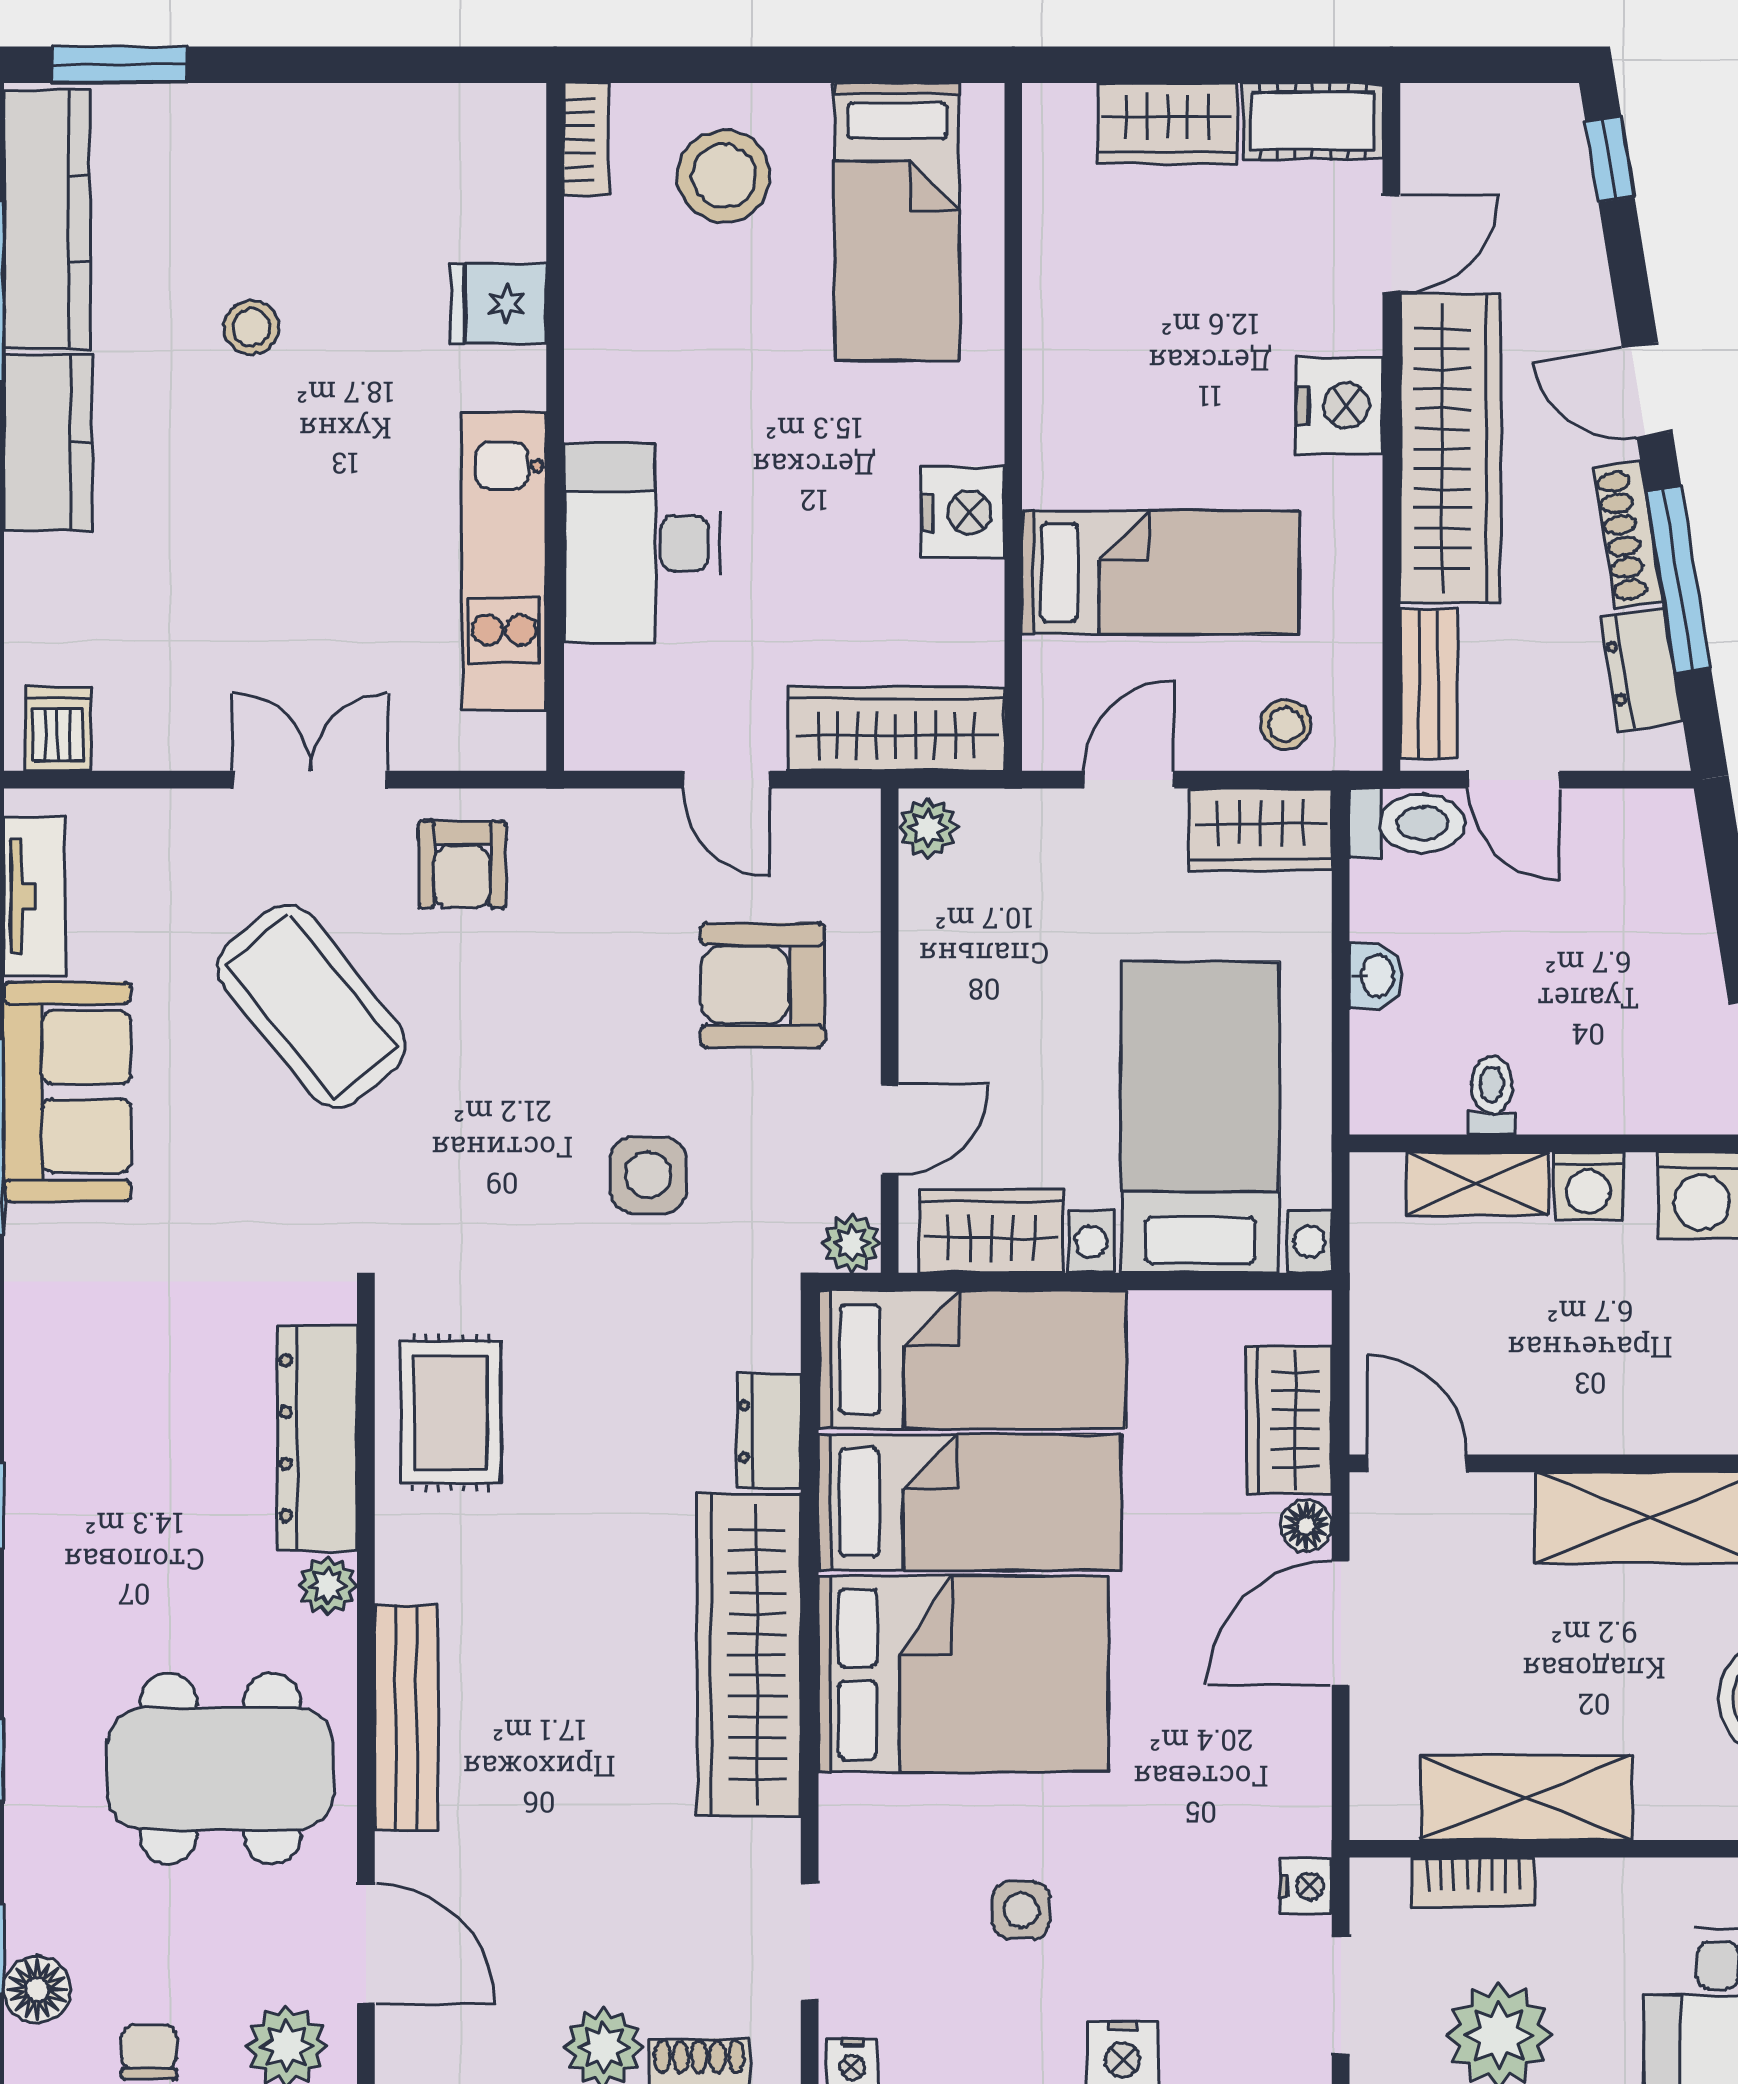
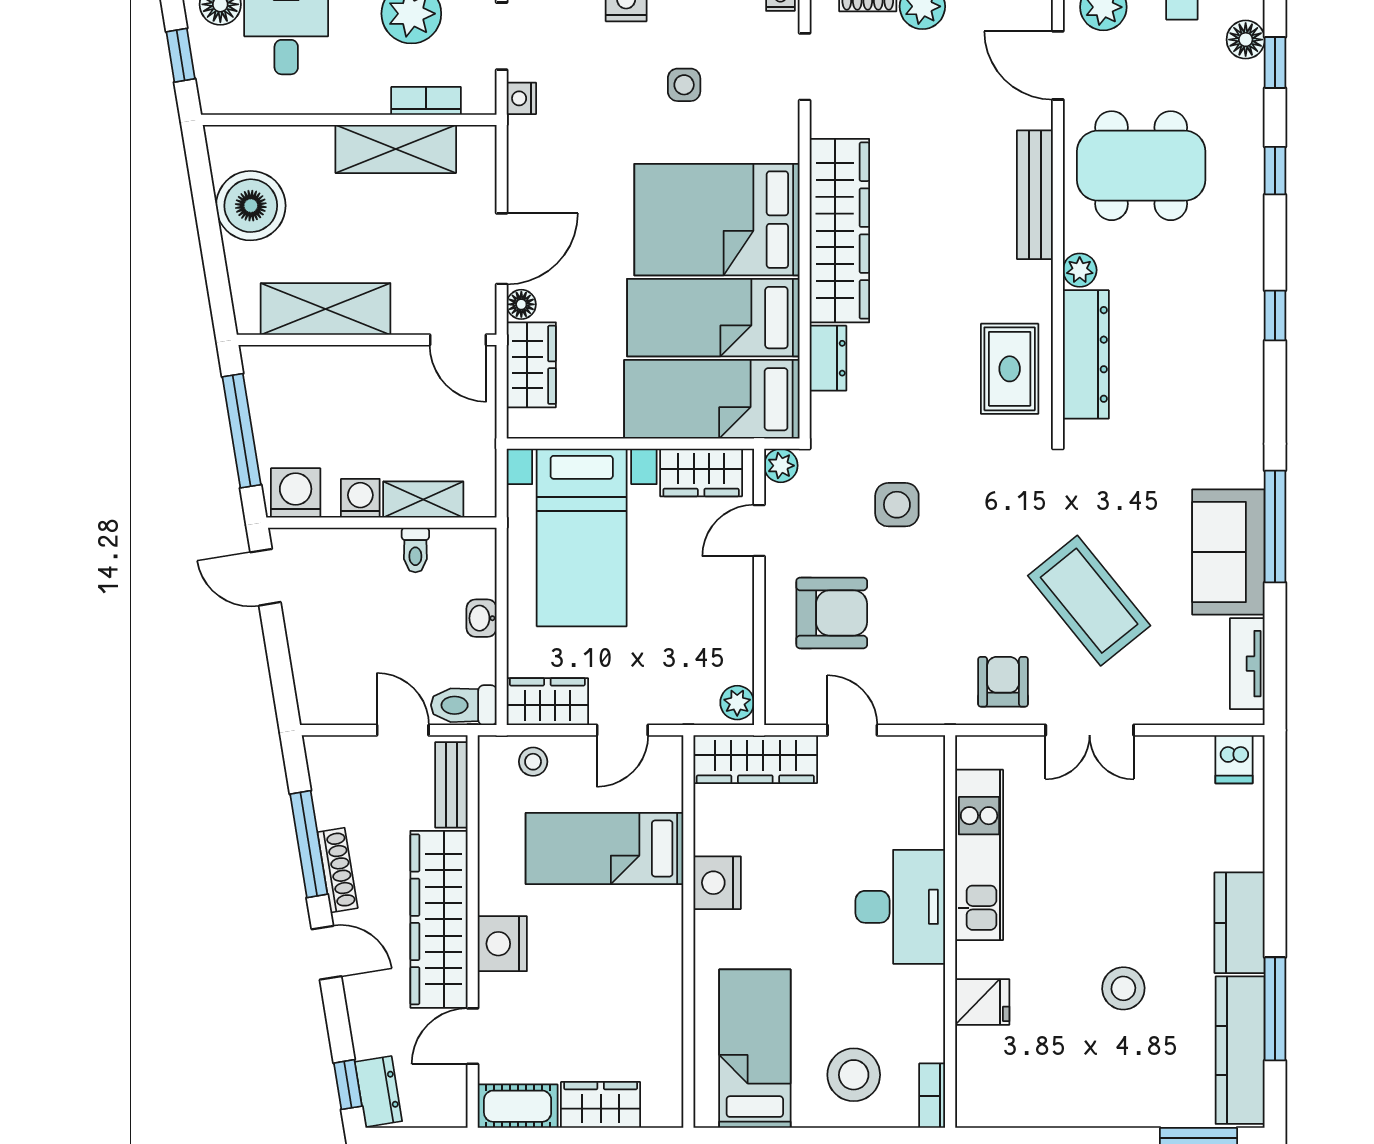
stool: (251, 327) -> (1123, 988), width x1.37, depth x1.37
desk: (642, 543) -> (900, 907), moved
dresser: (1641, 669) -> (378, 1092), moved

